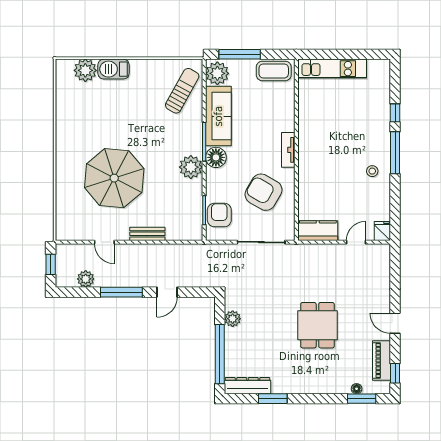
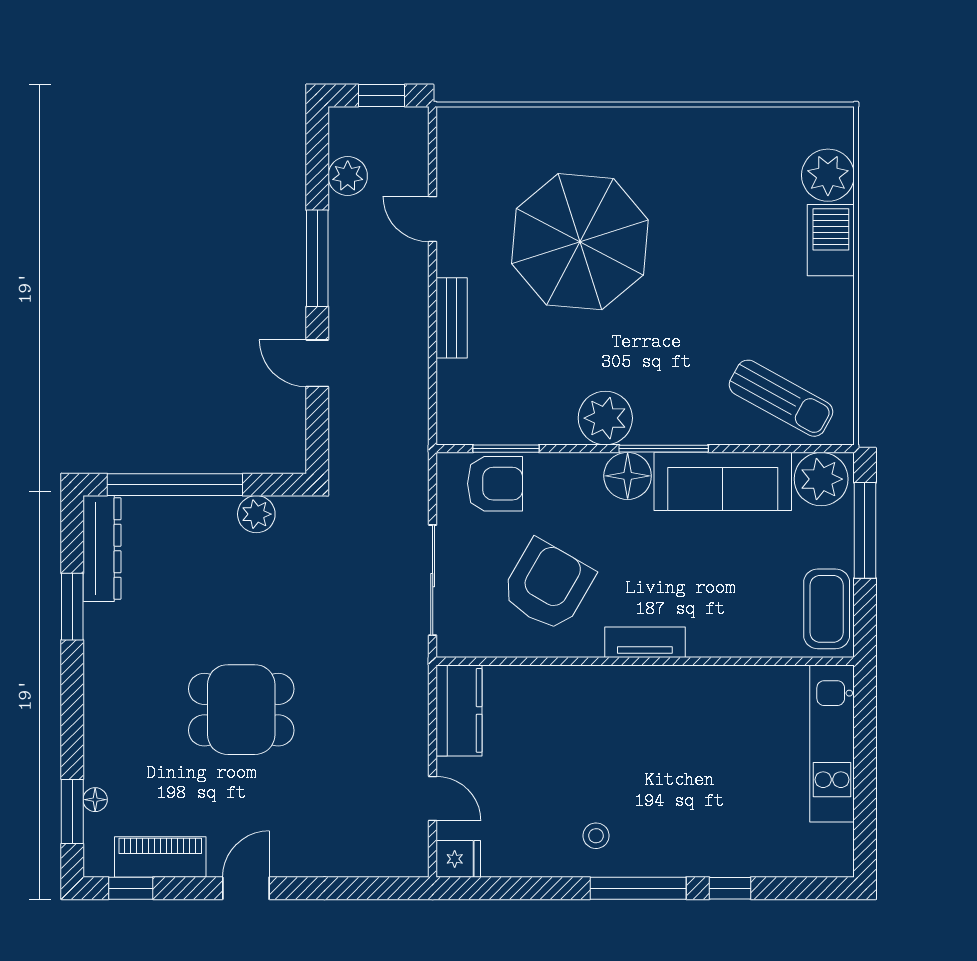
door: (104, 242) -> (433, 219), hinge flipped

